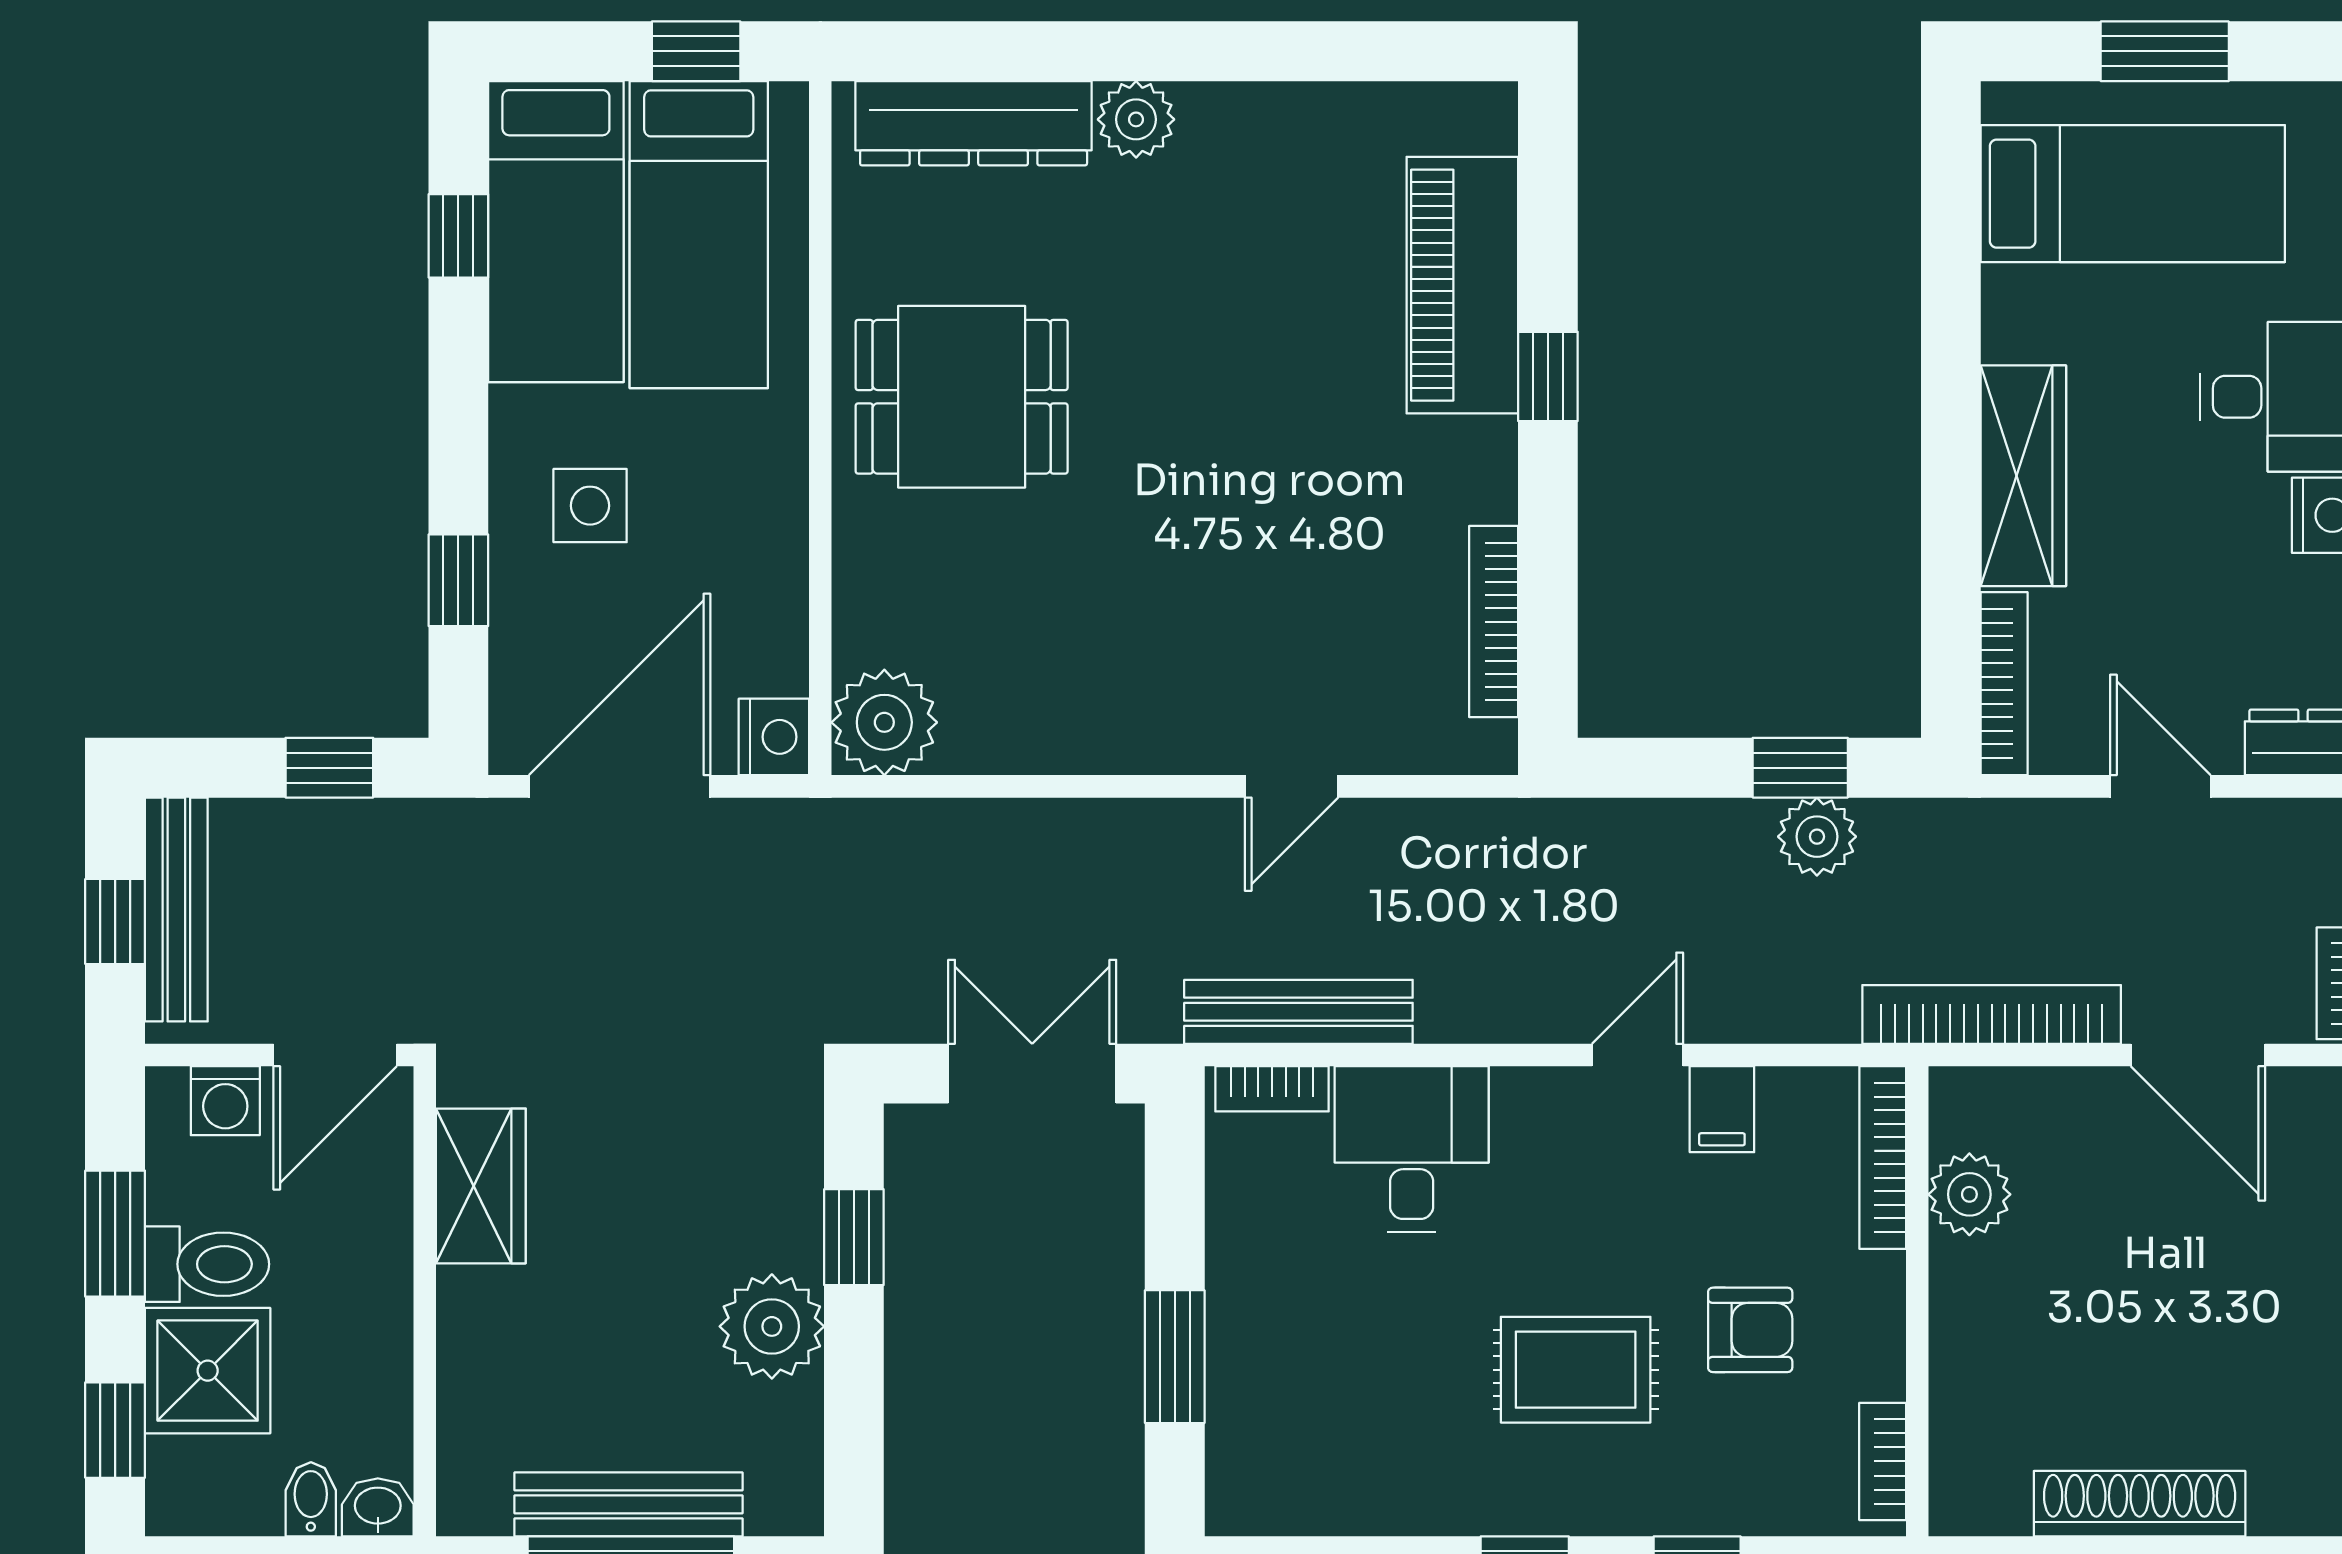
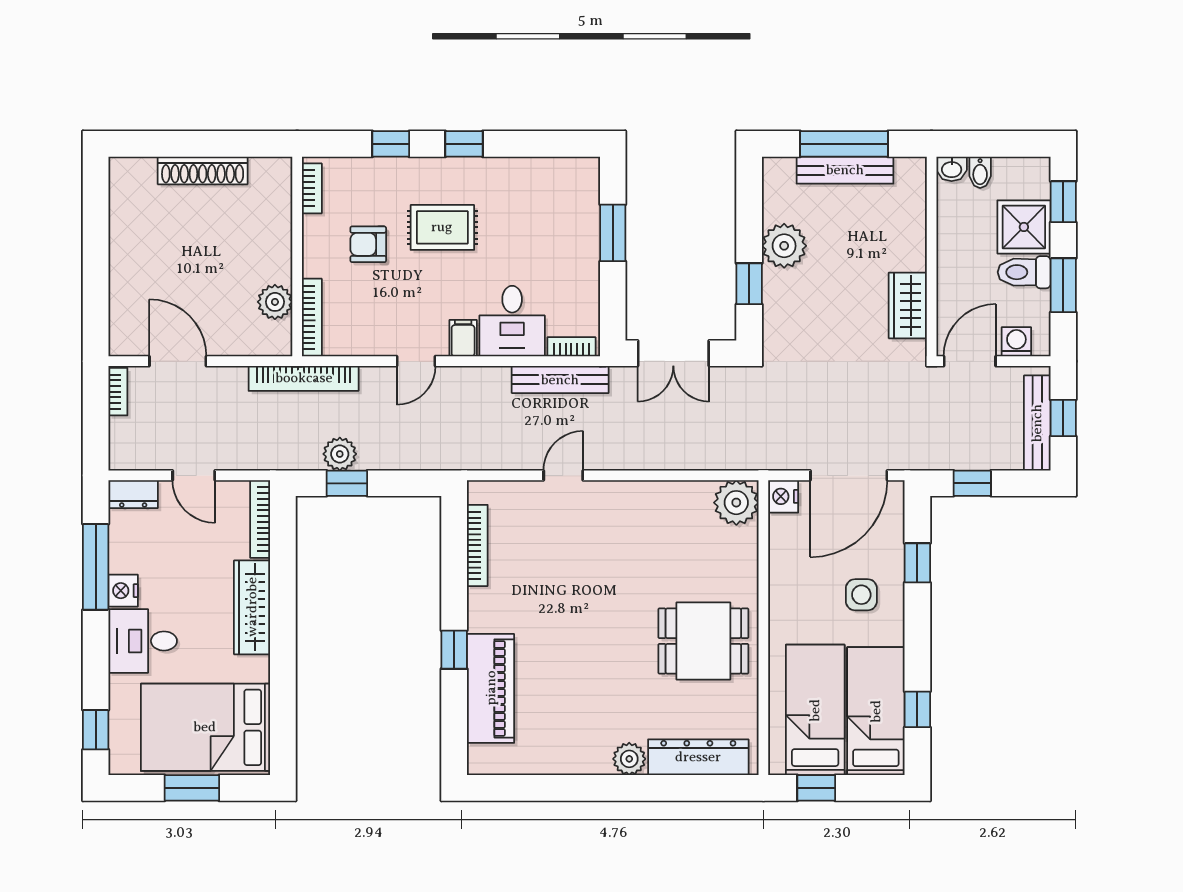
bed: (2133, 194) -> (205, 727), width x1.50
bookcase: (1992, 1014) -> (304, 378), moved
filing cabinet: (1722, 1109) -> (463, 338), moved

